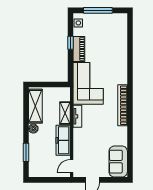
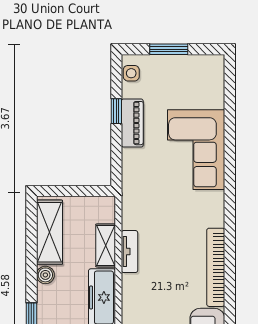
window: (98, 10) -> (169, 49), width x0.69
corner sofa: (88, 83) -> (196, 150), moved, turned 180
bookcase: (123, 105) -> (216, 267), moved

